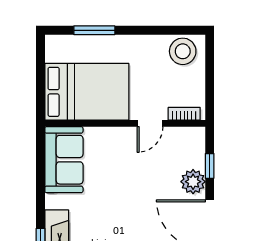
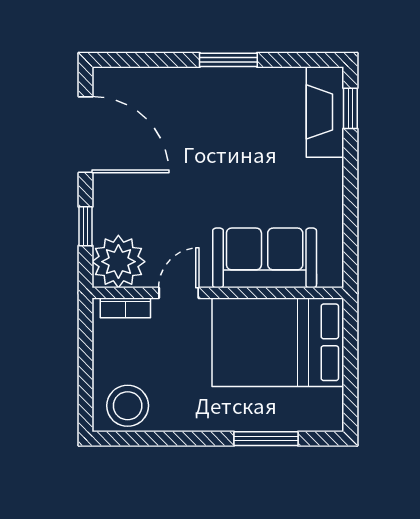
sofa: (64, 160) -> (265, 258), moved, turned 90
plant: (193, 182) -> (118, 262), moved, width x1.36, depth x1.36

